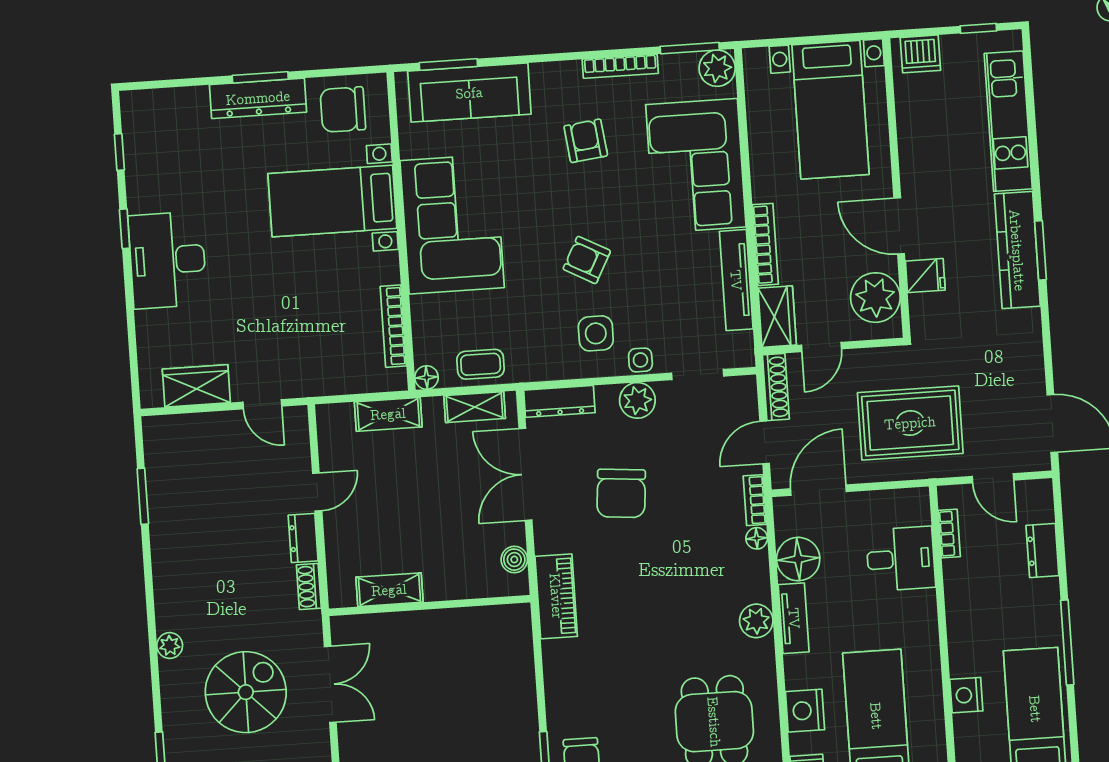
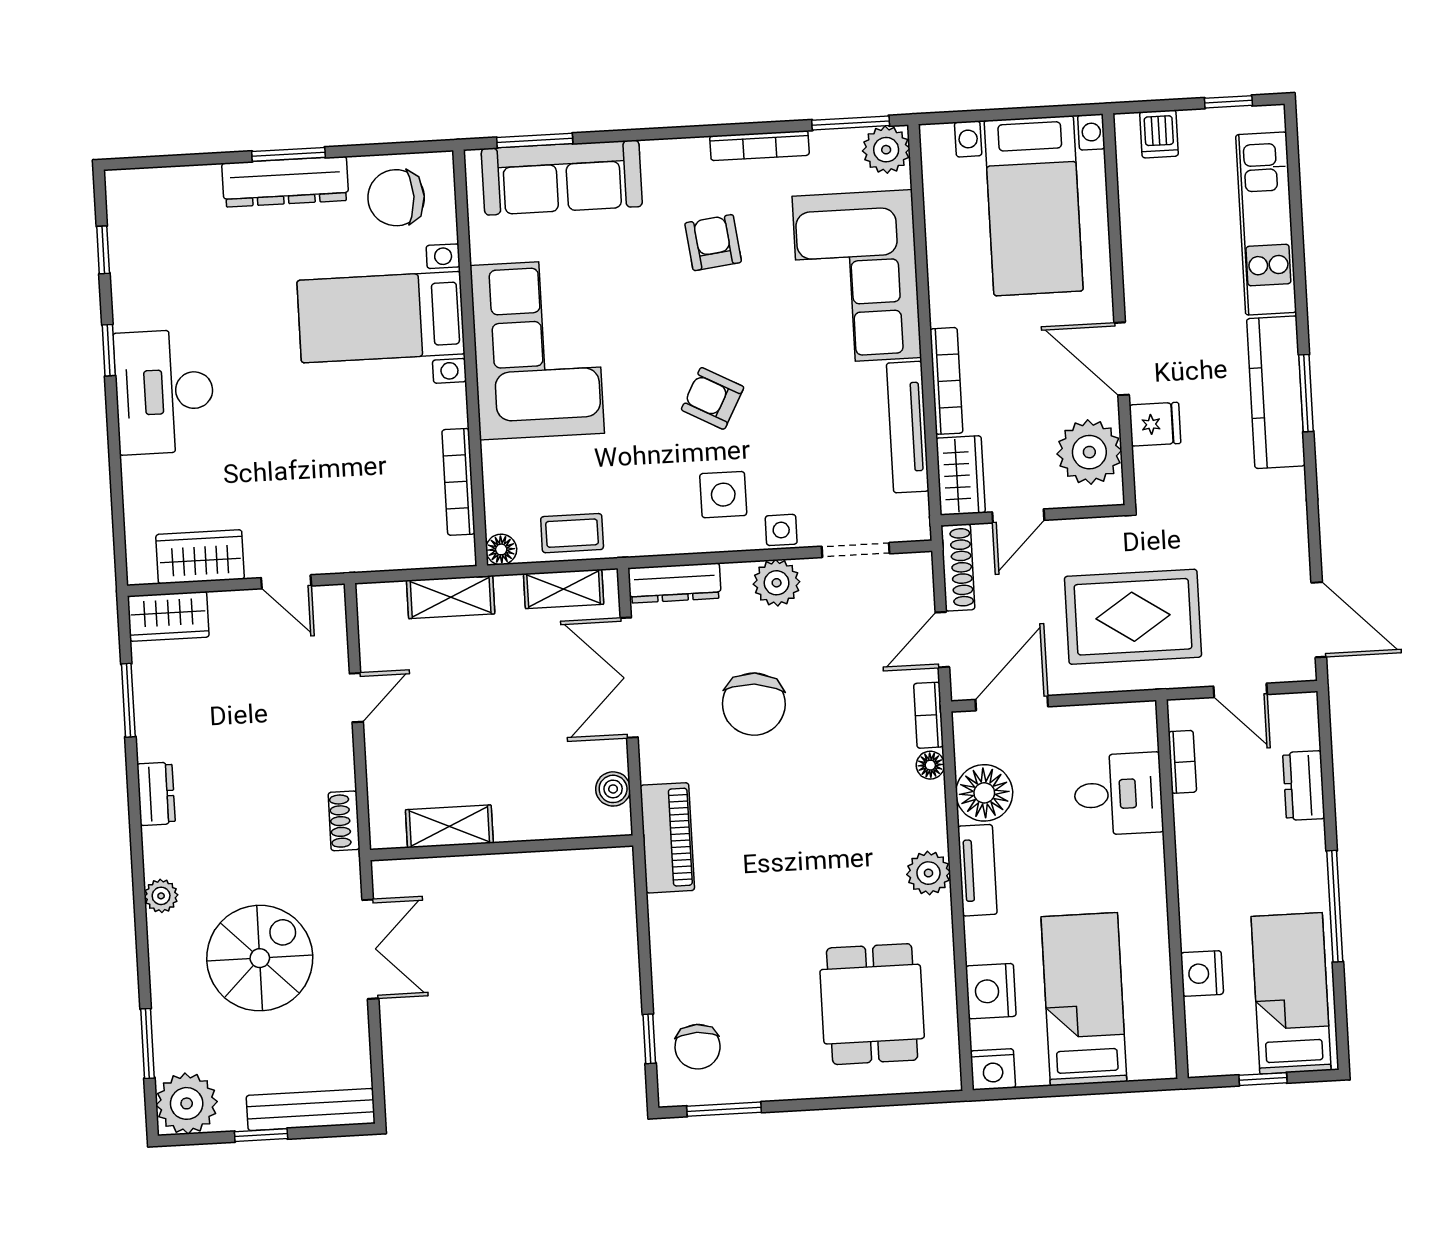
dishwasher: (920, 54) -> (1159, 134), width x0.73
wardrobe: (173, 432) -> (168, 616), added
dresser: (303, 538) -> (156, 794), moved, turned 180

